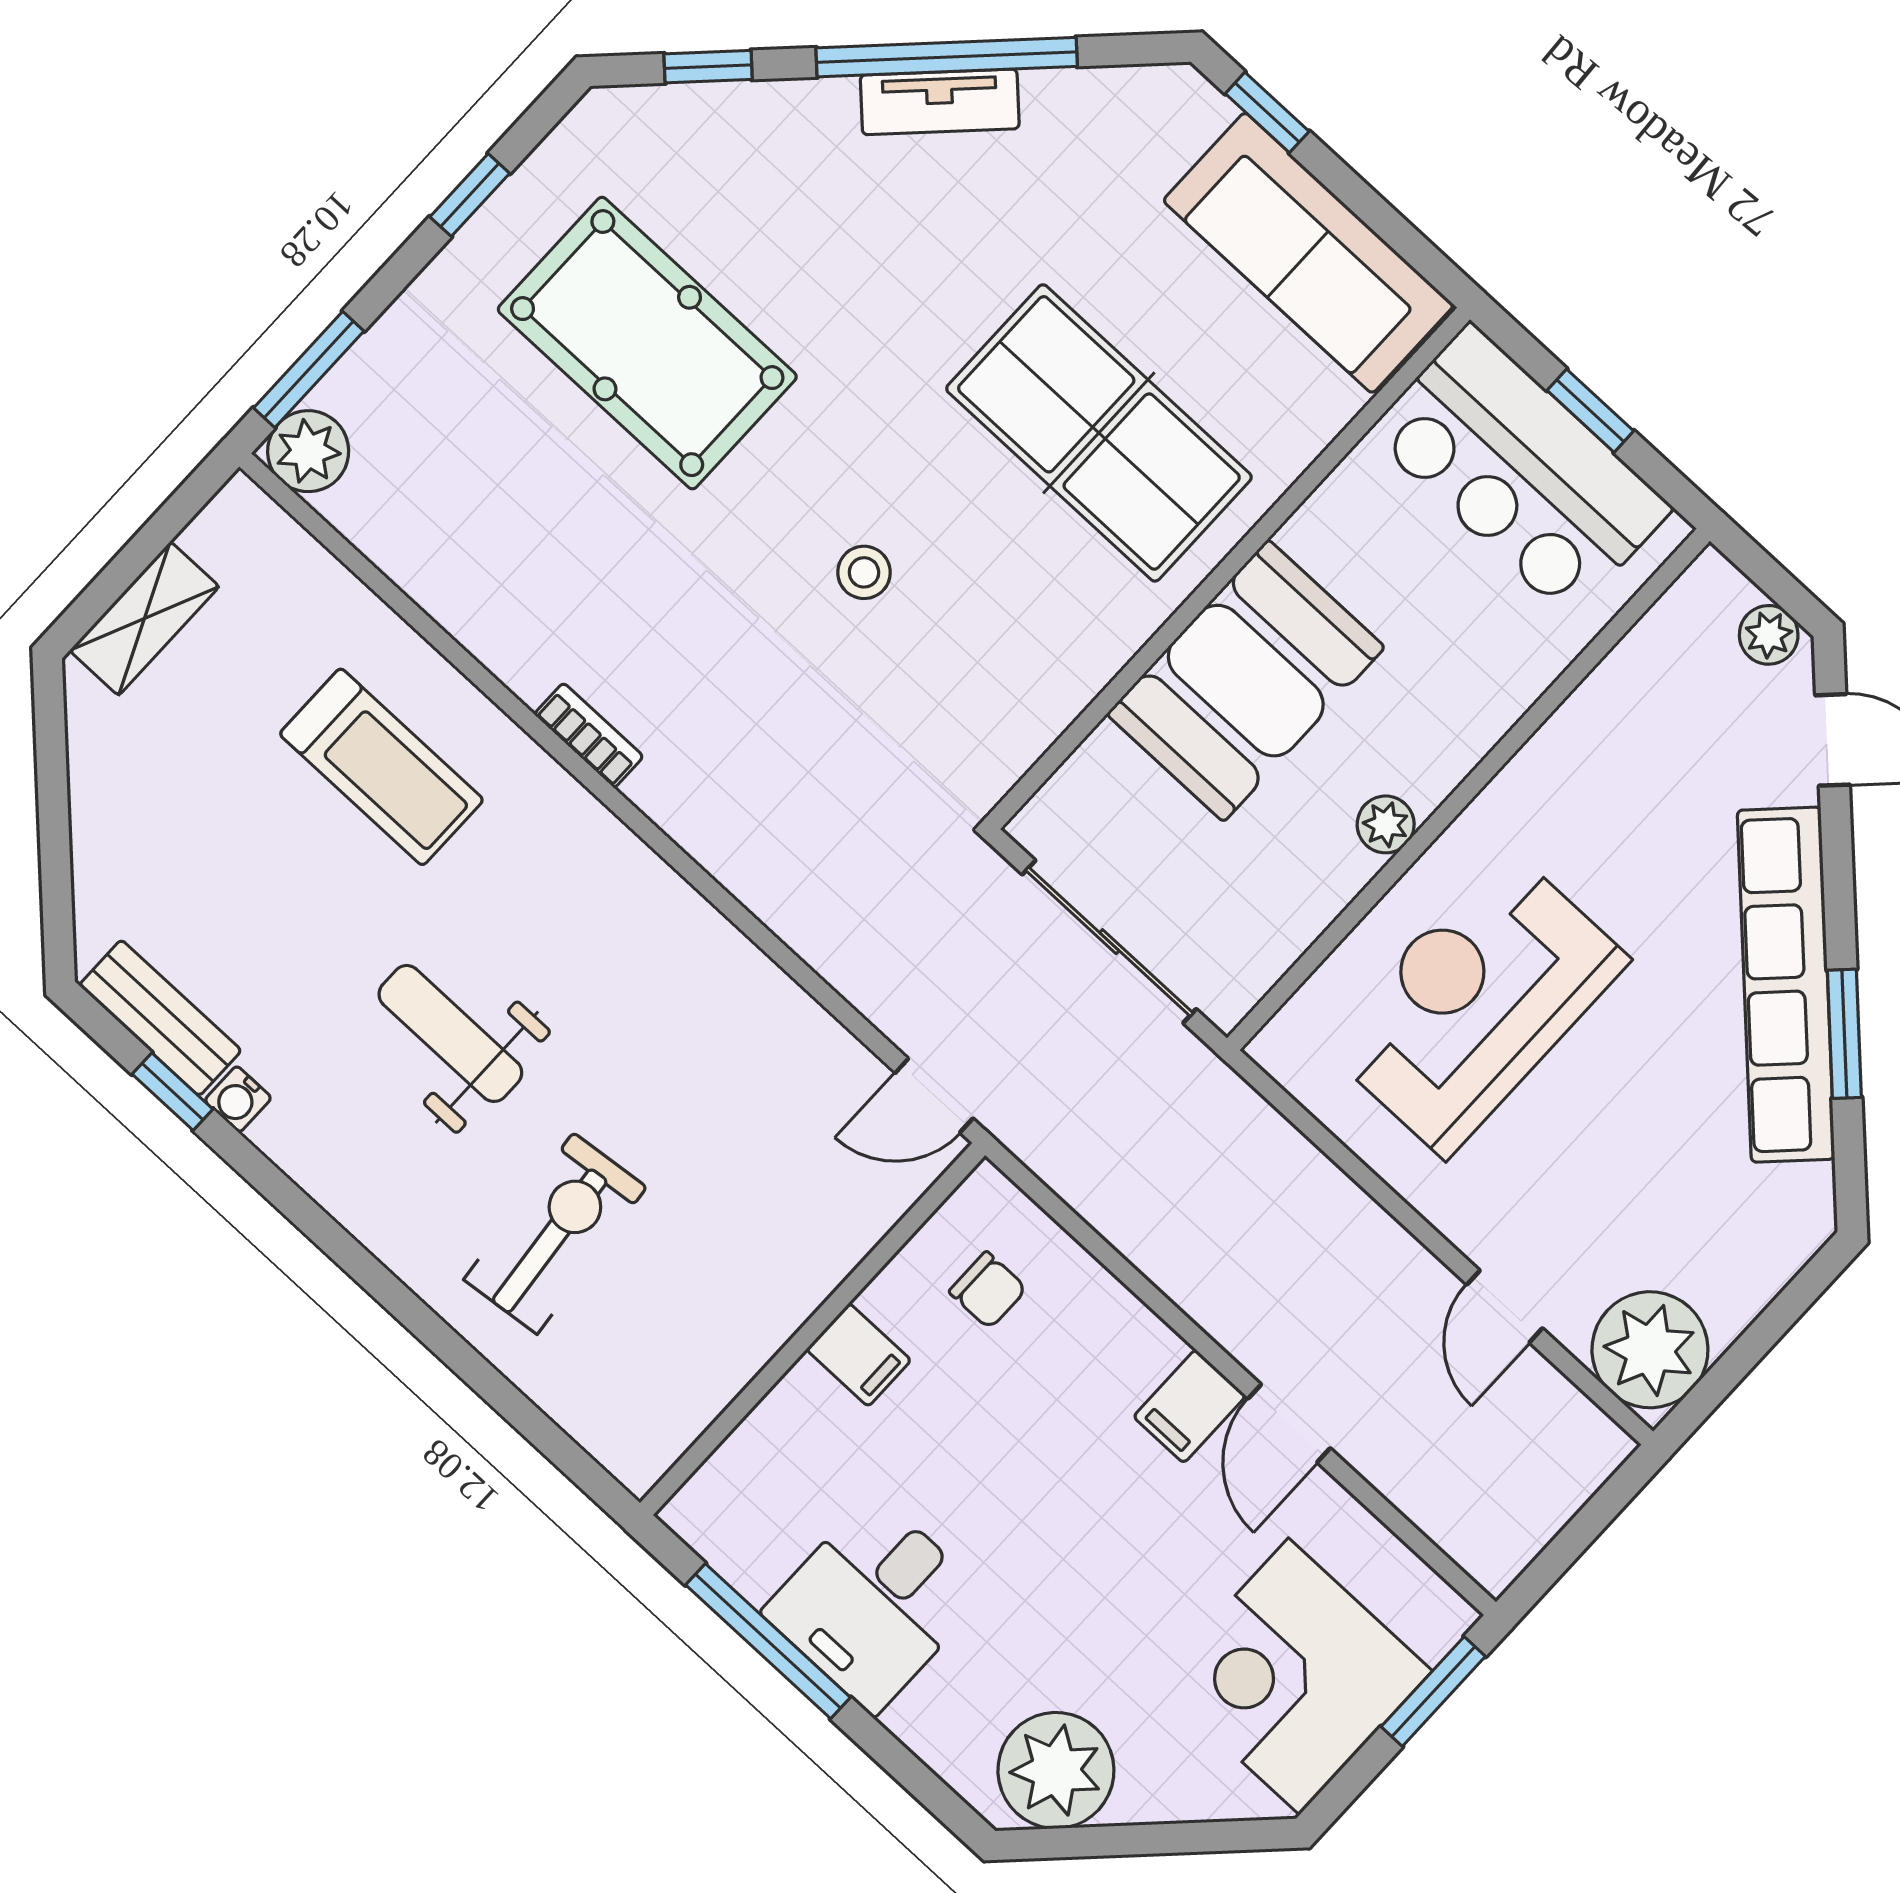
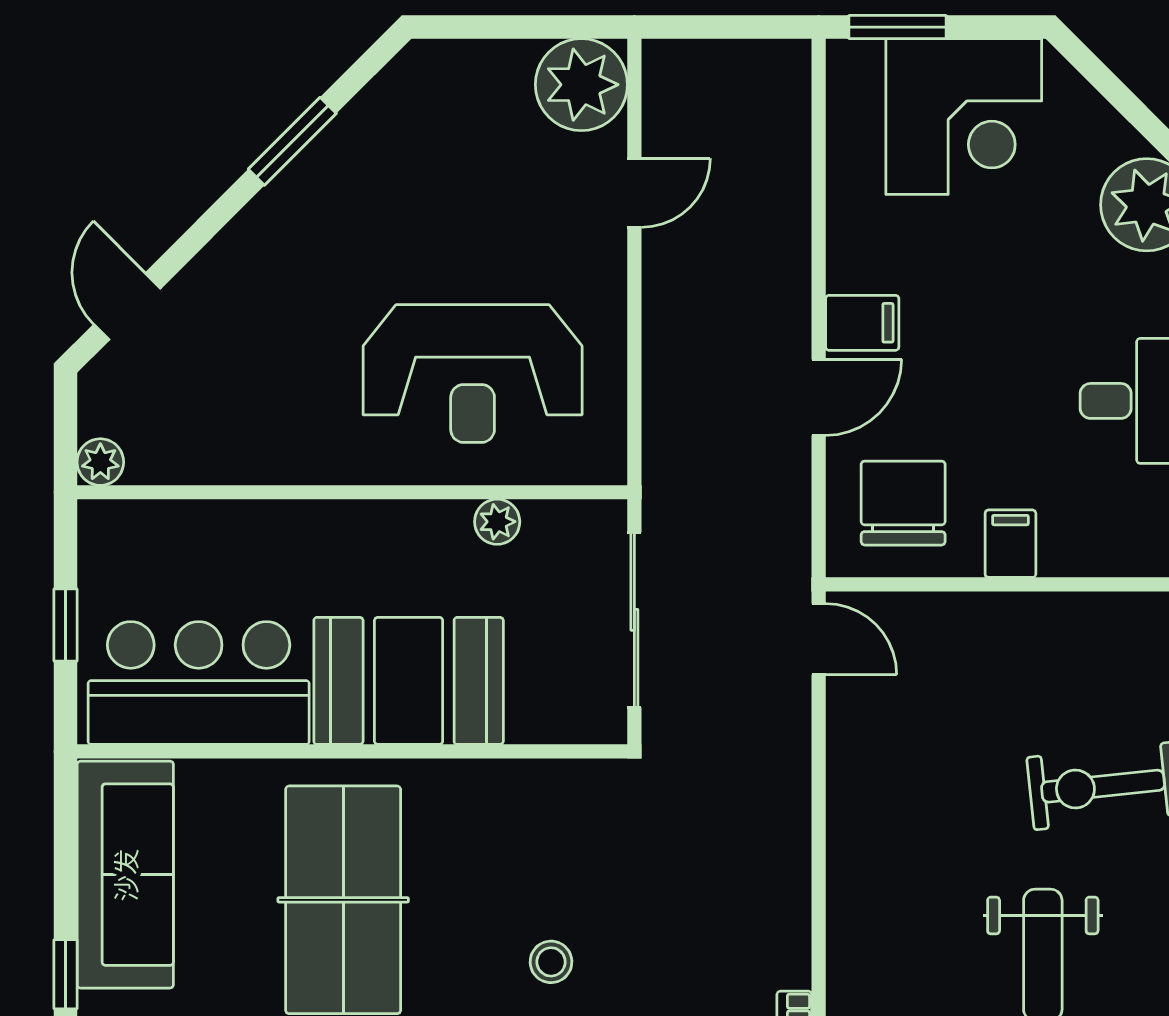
bar counter: (1520, 471) -> (199, 683), moved, turned -90
plant: (1769, 635) -> (100, 462), moved
plant: (1386, 824) -> (497, 522), moved
row of seats: (1786, 985) -> (295, 202), removed
chair: (988, 1290) -> (903, 503), width x1.87, depth x1.87
door: (1289, 1423) -> (819, 397), moved

